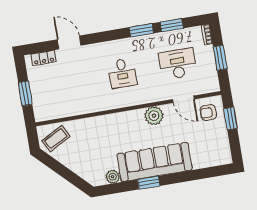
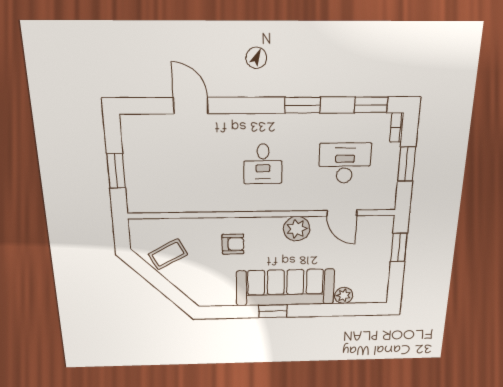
window: (172, 25) -> (371, 105), moved
locker: (44, 58) -> (149, 123), removed
armchair: (208, 113) -> (233, 244), moved, turned 180
coffee table: (56, 139) -> (168, 254), moved
plant: (113, 177) -> (344, 295), moved

